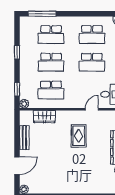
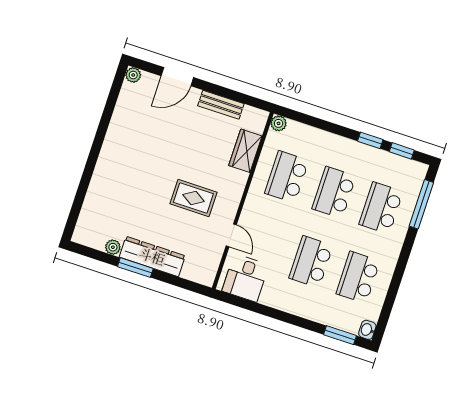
window: (17, 89) -> (402, 151), moved
door: (17, 166) -> (177, 77), hinge flipped

